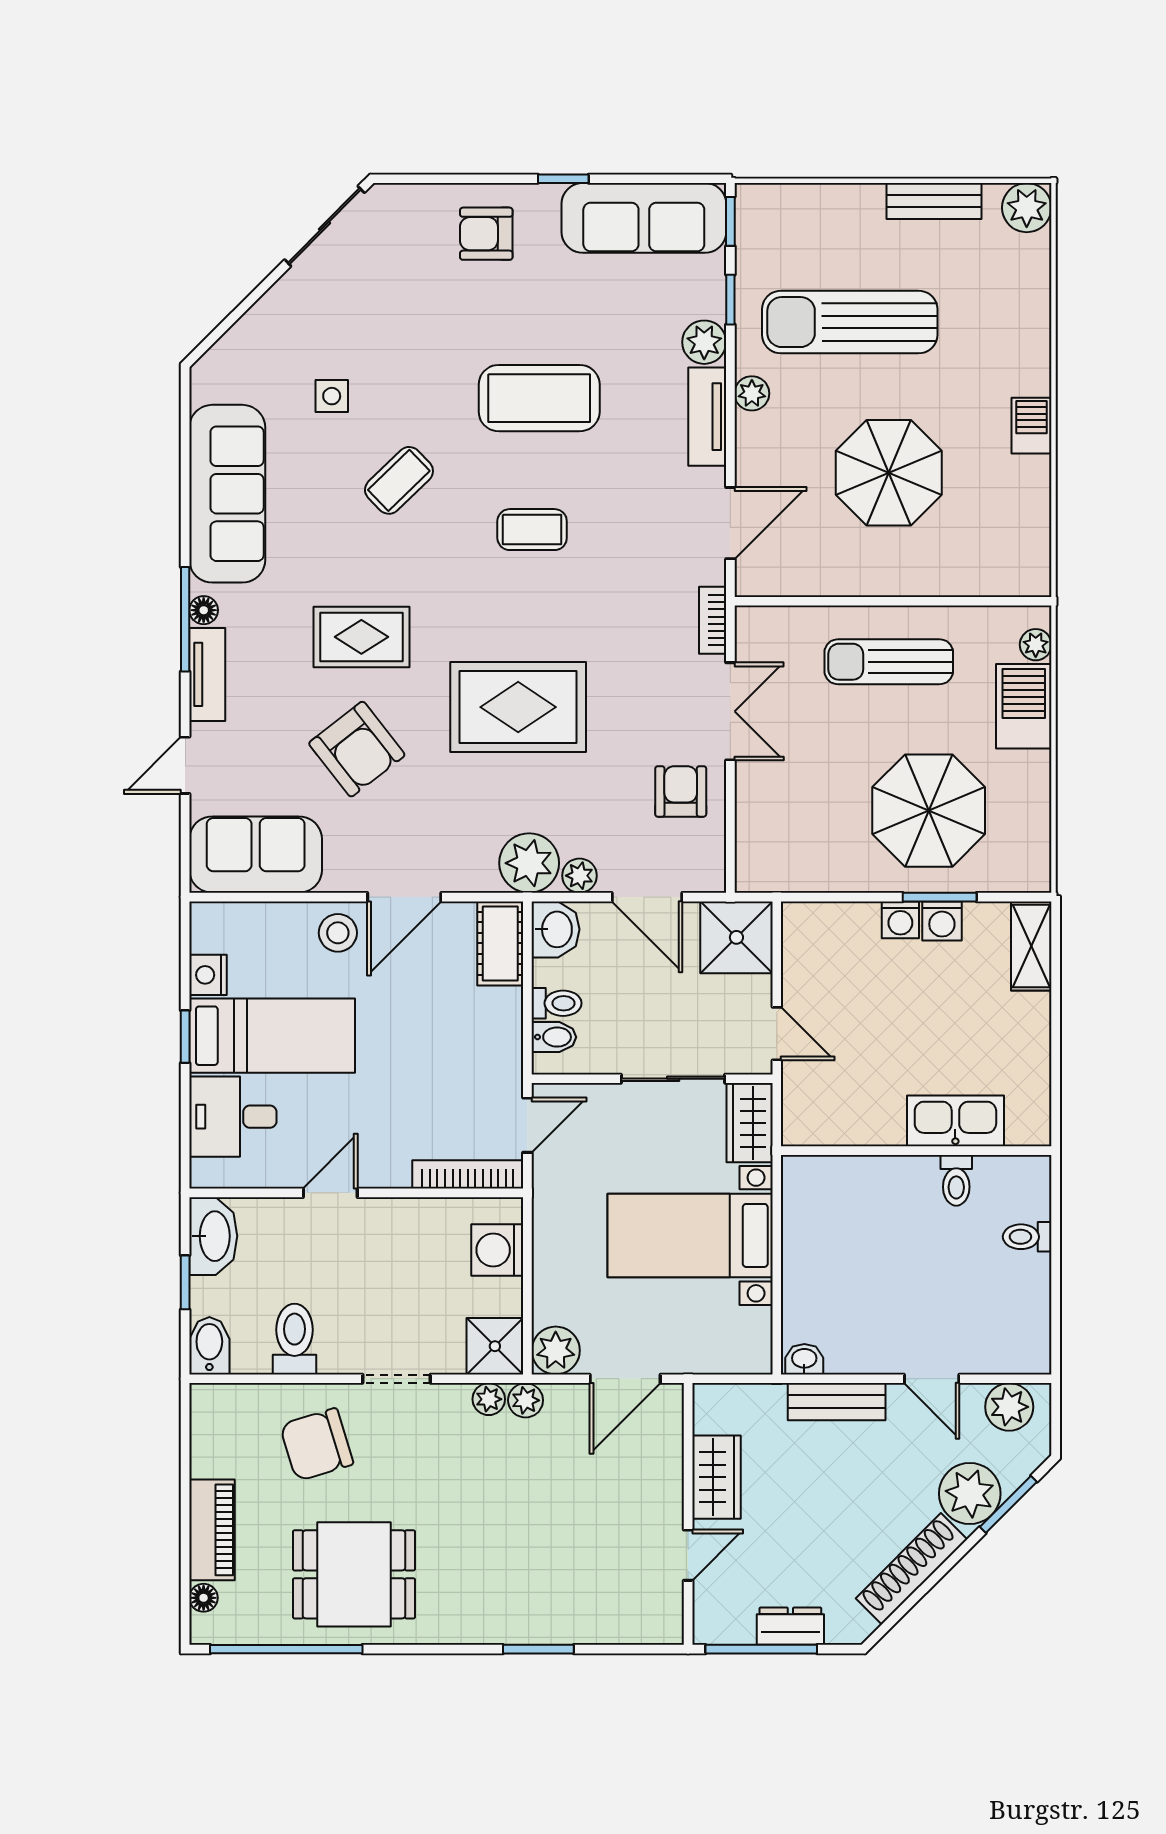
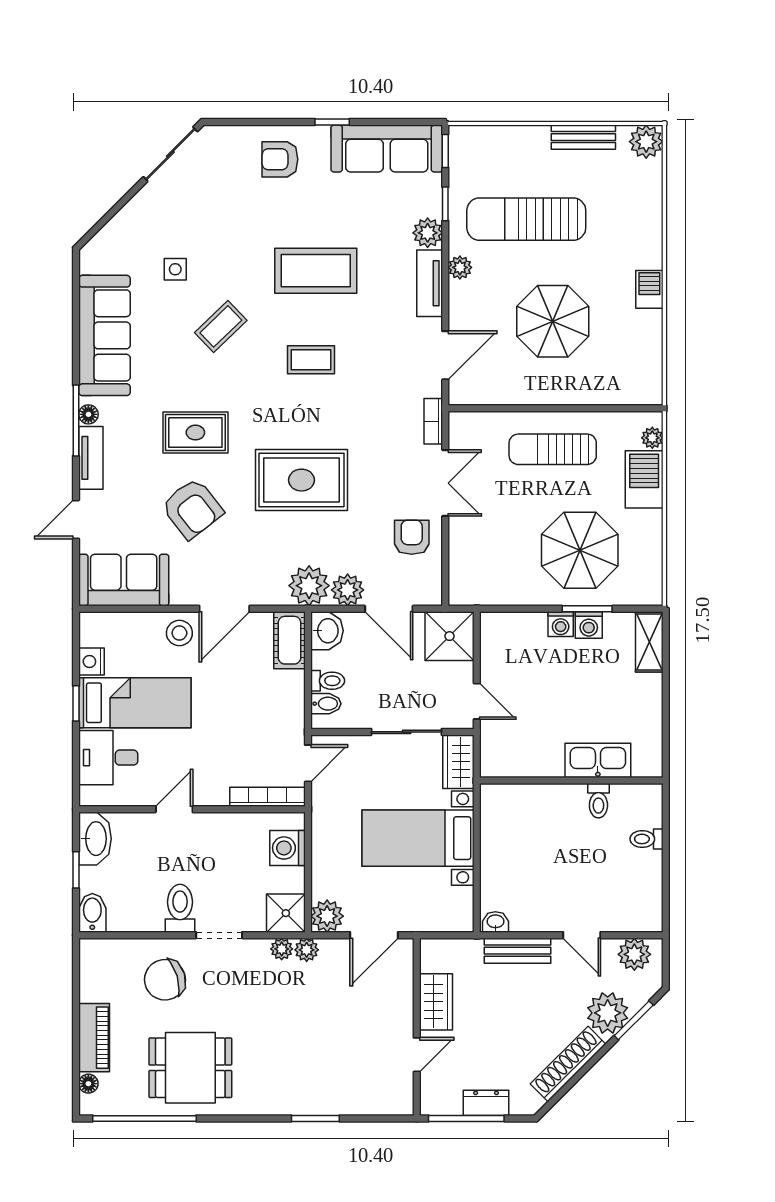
plant: (579, 876) -> (348, 590), width x1.38, depth x1.38
toilet: (294, 1339) -> (180, 908), moved

